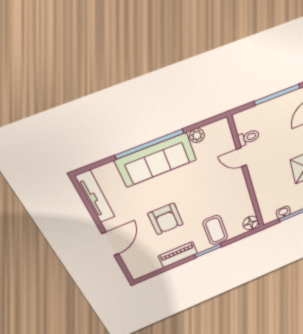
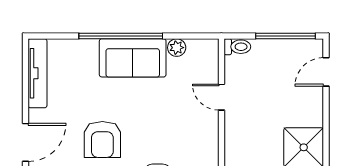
toilet: (249, 137) -> (237, 47), moved
sofa: (156, 160) -> (133, 58), width x0.73

